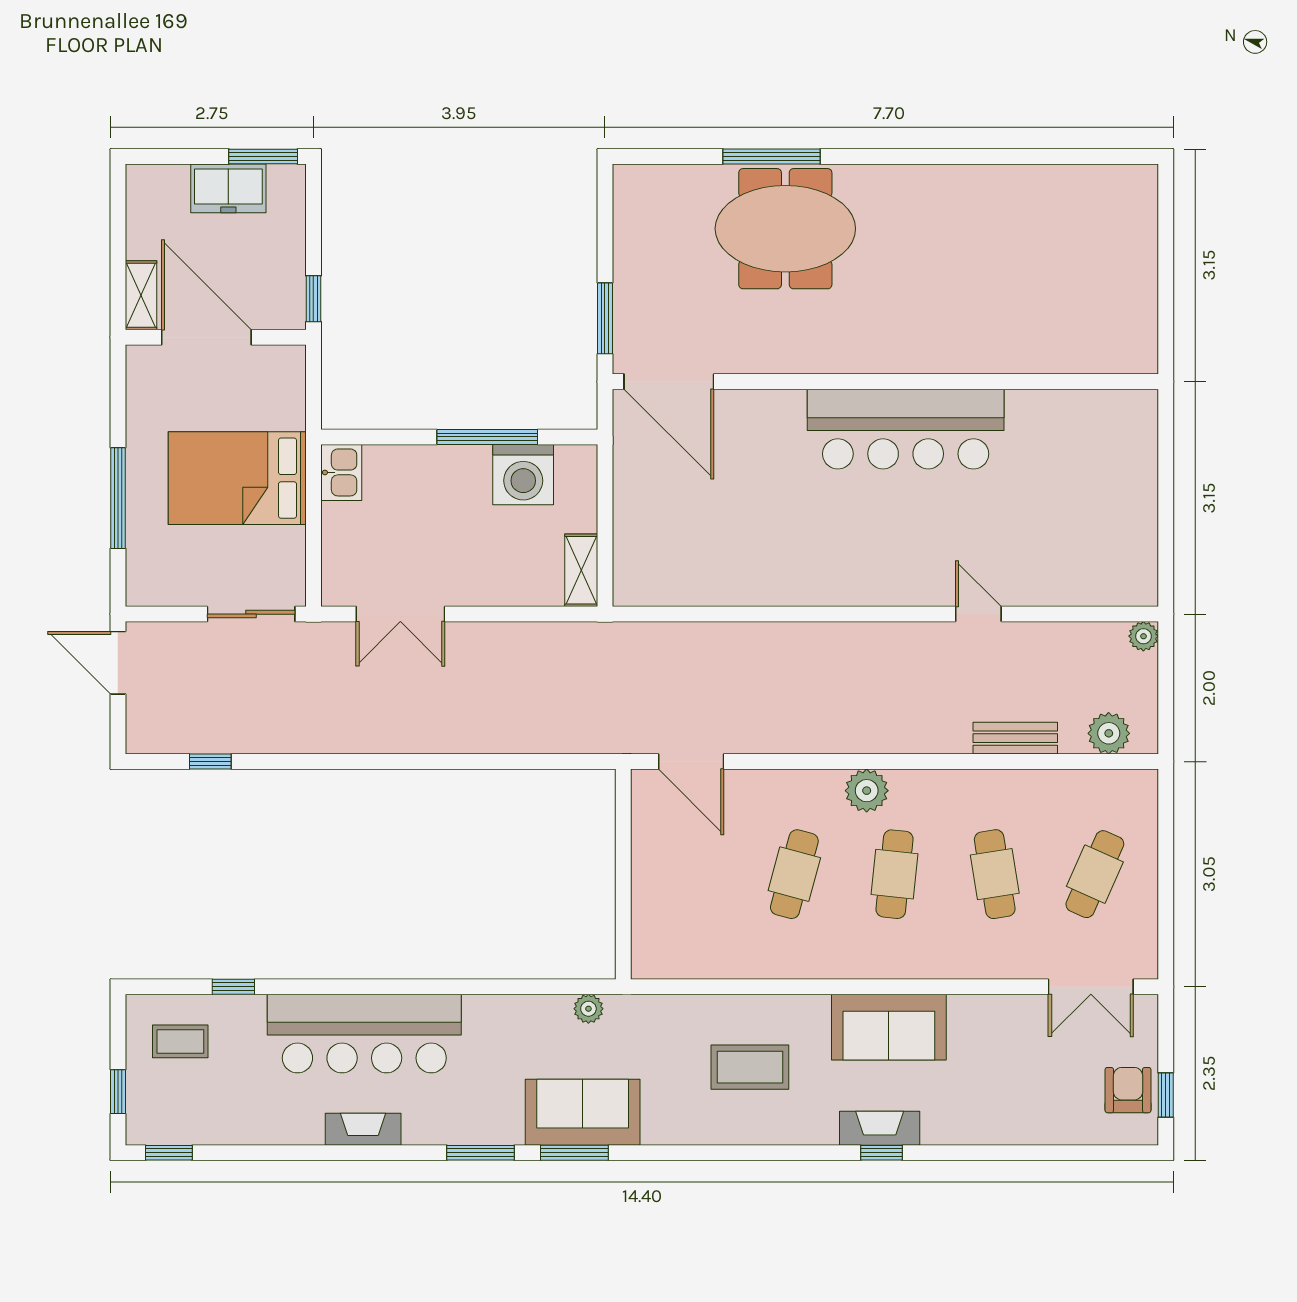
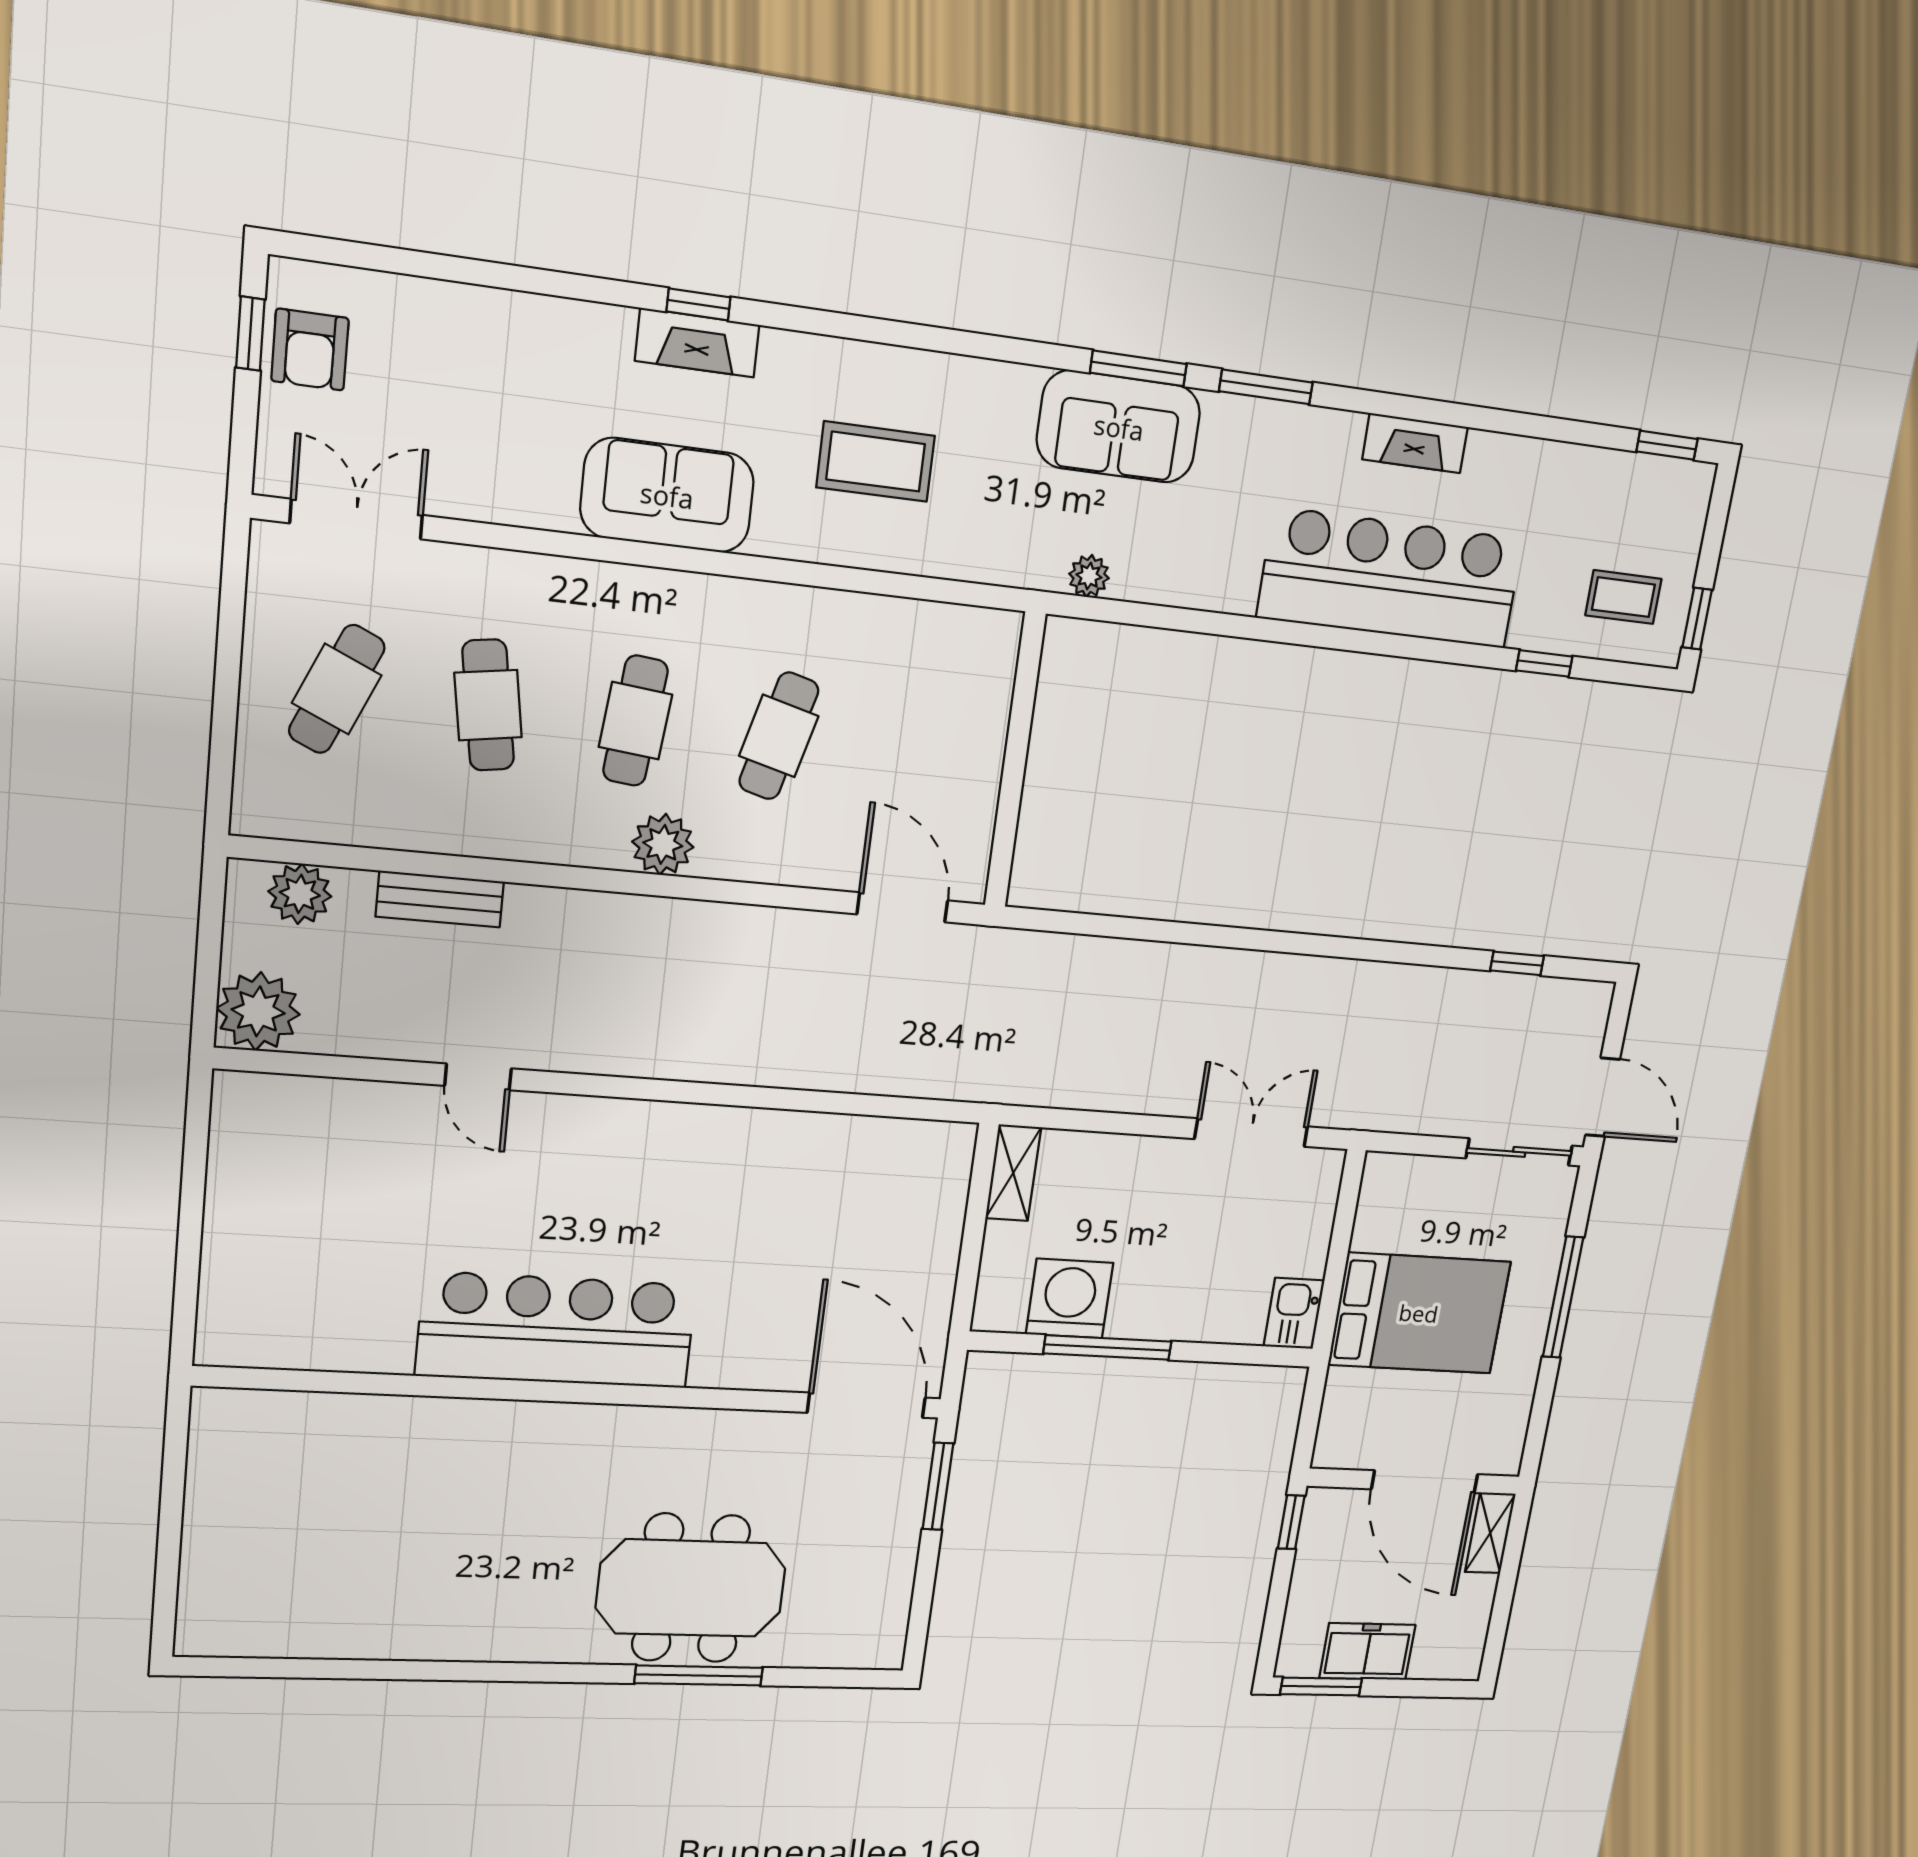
sliding door: (251, 614) -> (1519, 1152), moved
plant: (1143, 636) -> (258, 1011), width x1.87, depth x1.87
window: (118, 1092) -> (1697, 619), moved

